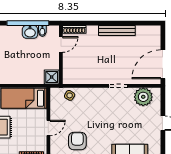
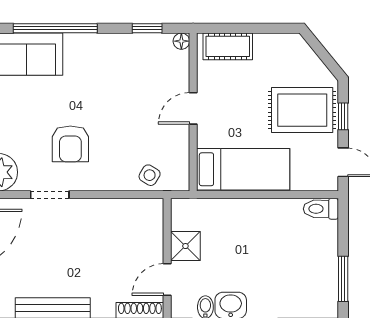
shower: (52, 77) -> (185, 246), moved
armchair: (77, 141) -> (70, 144), moved

